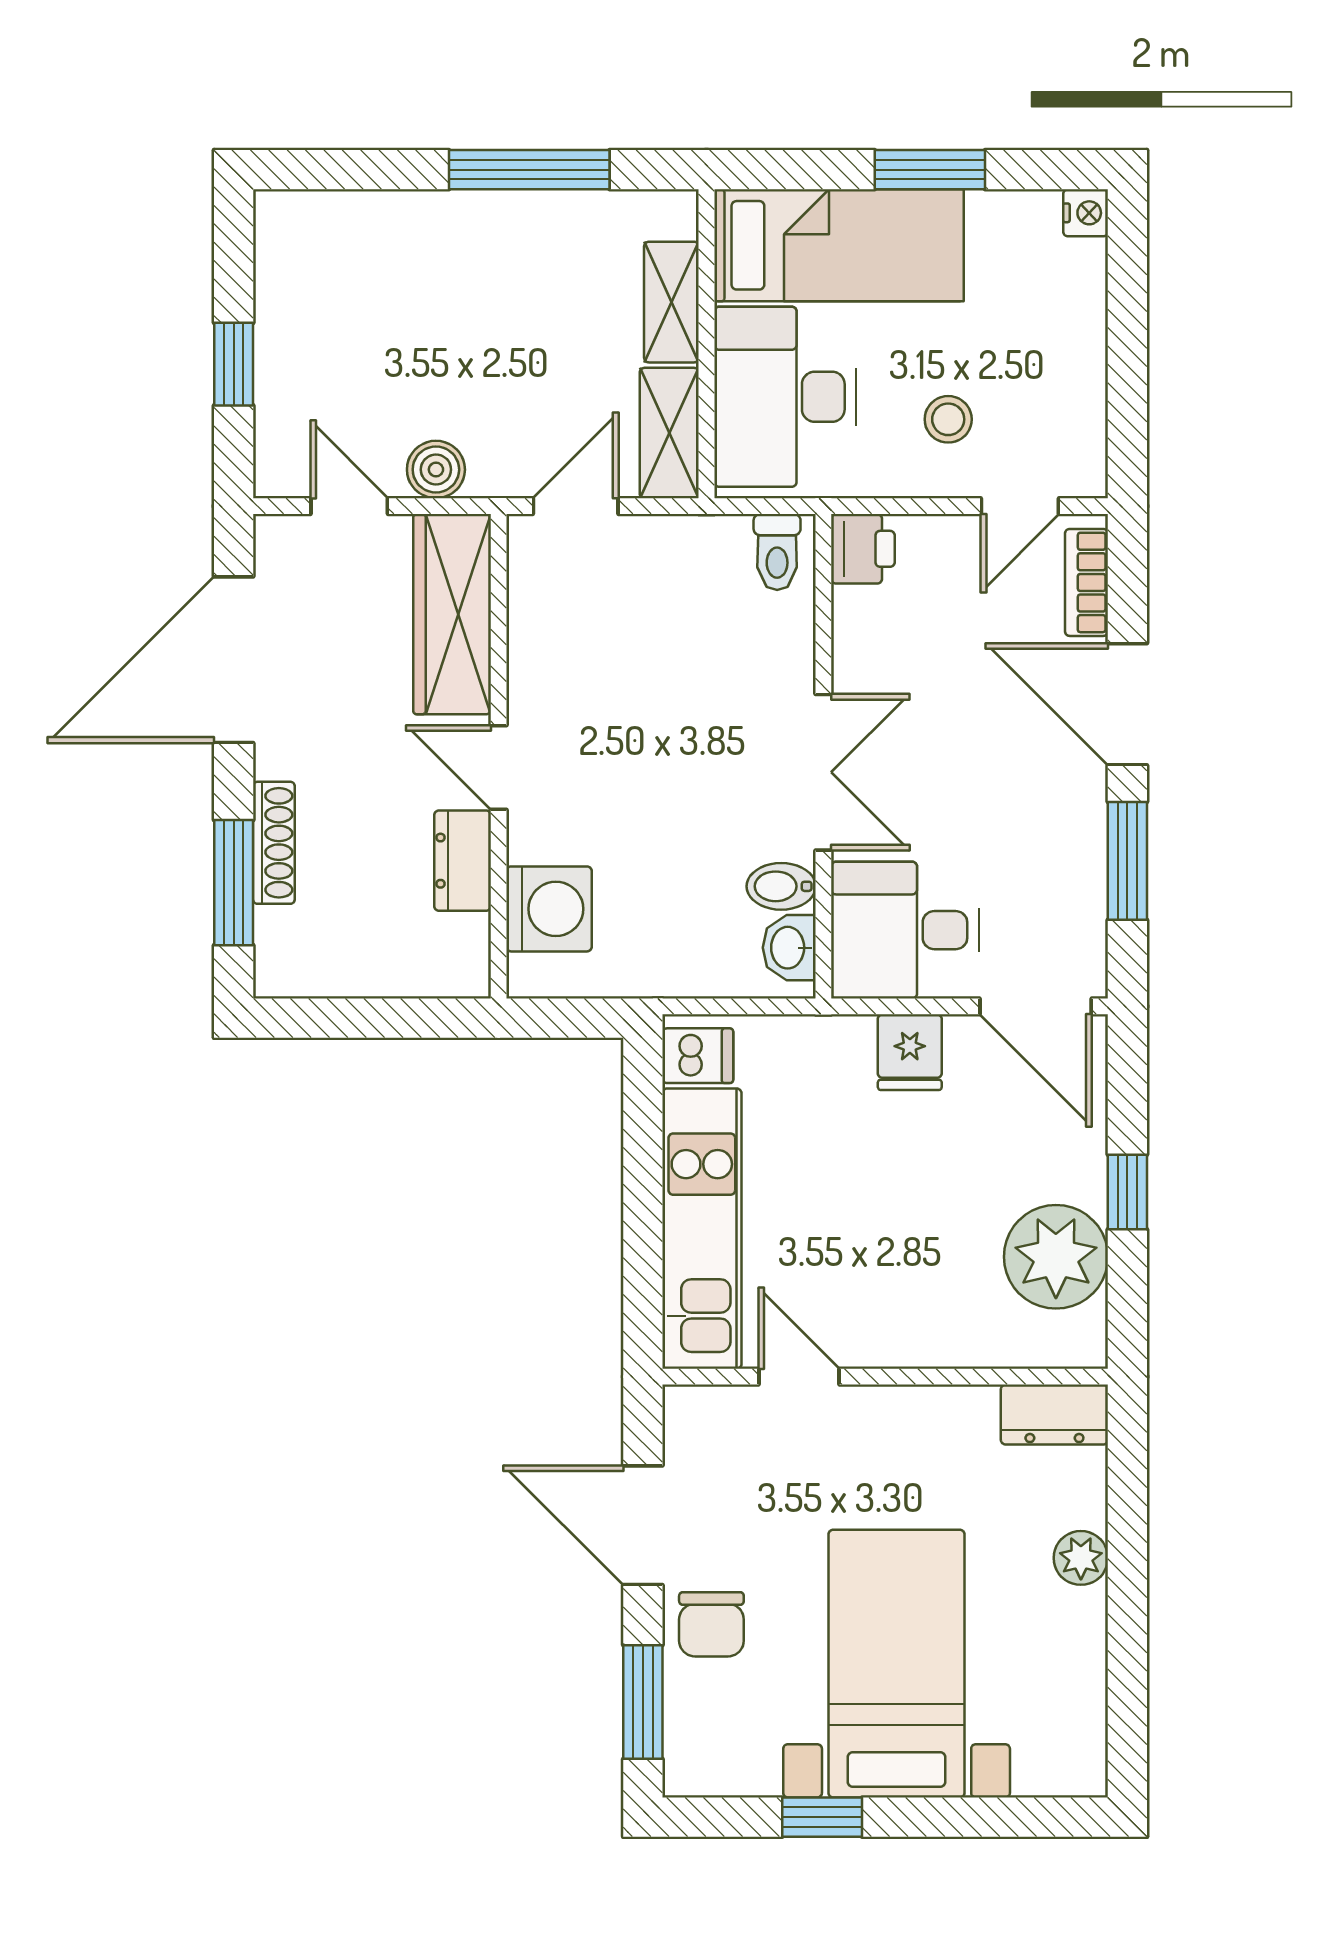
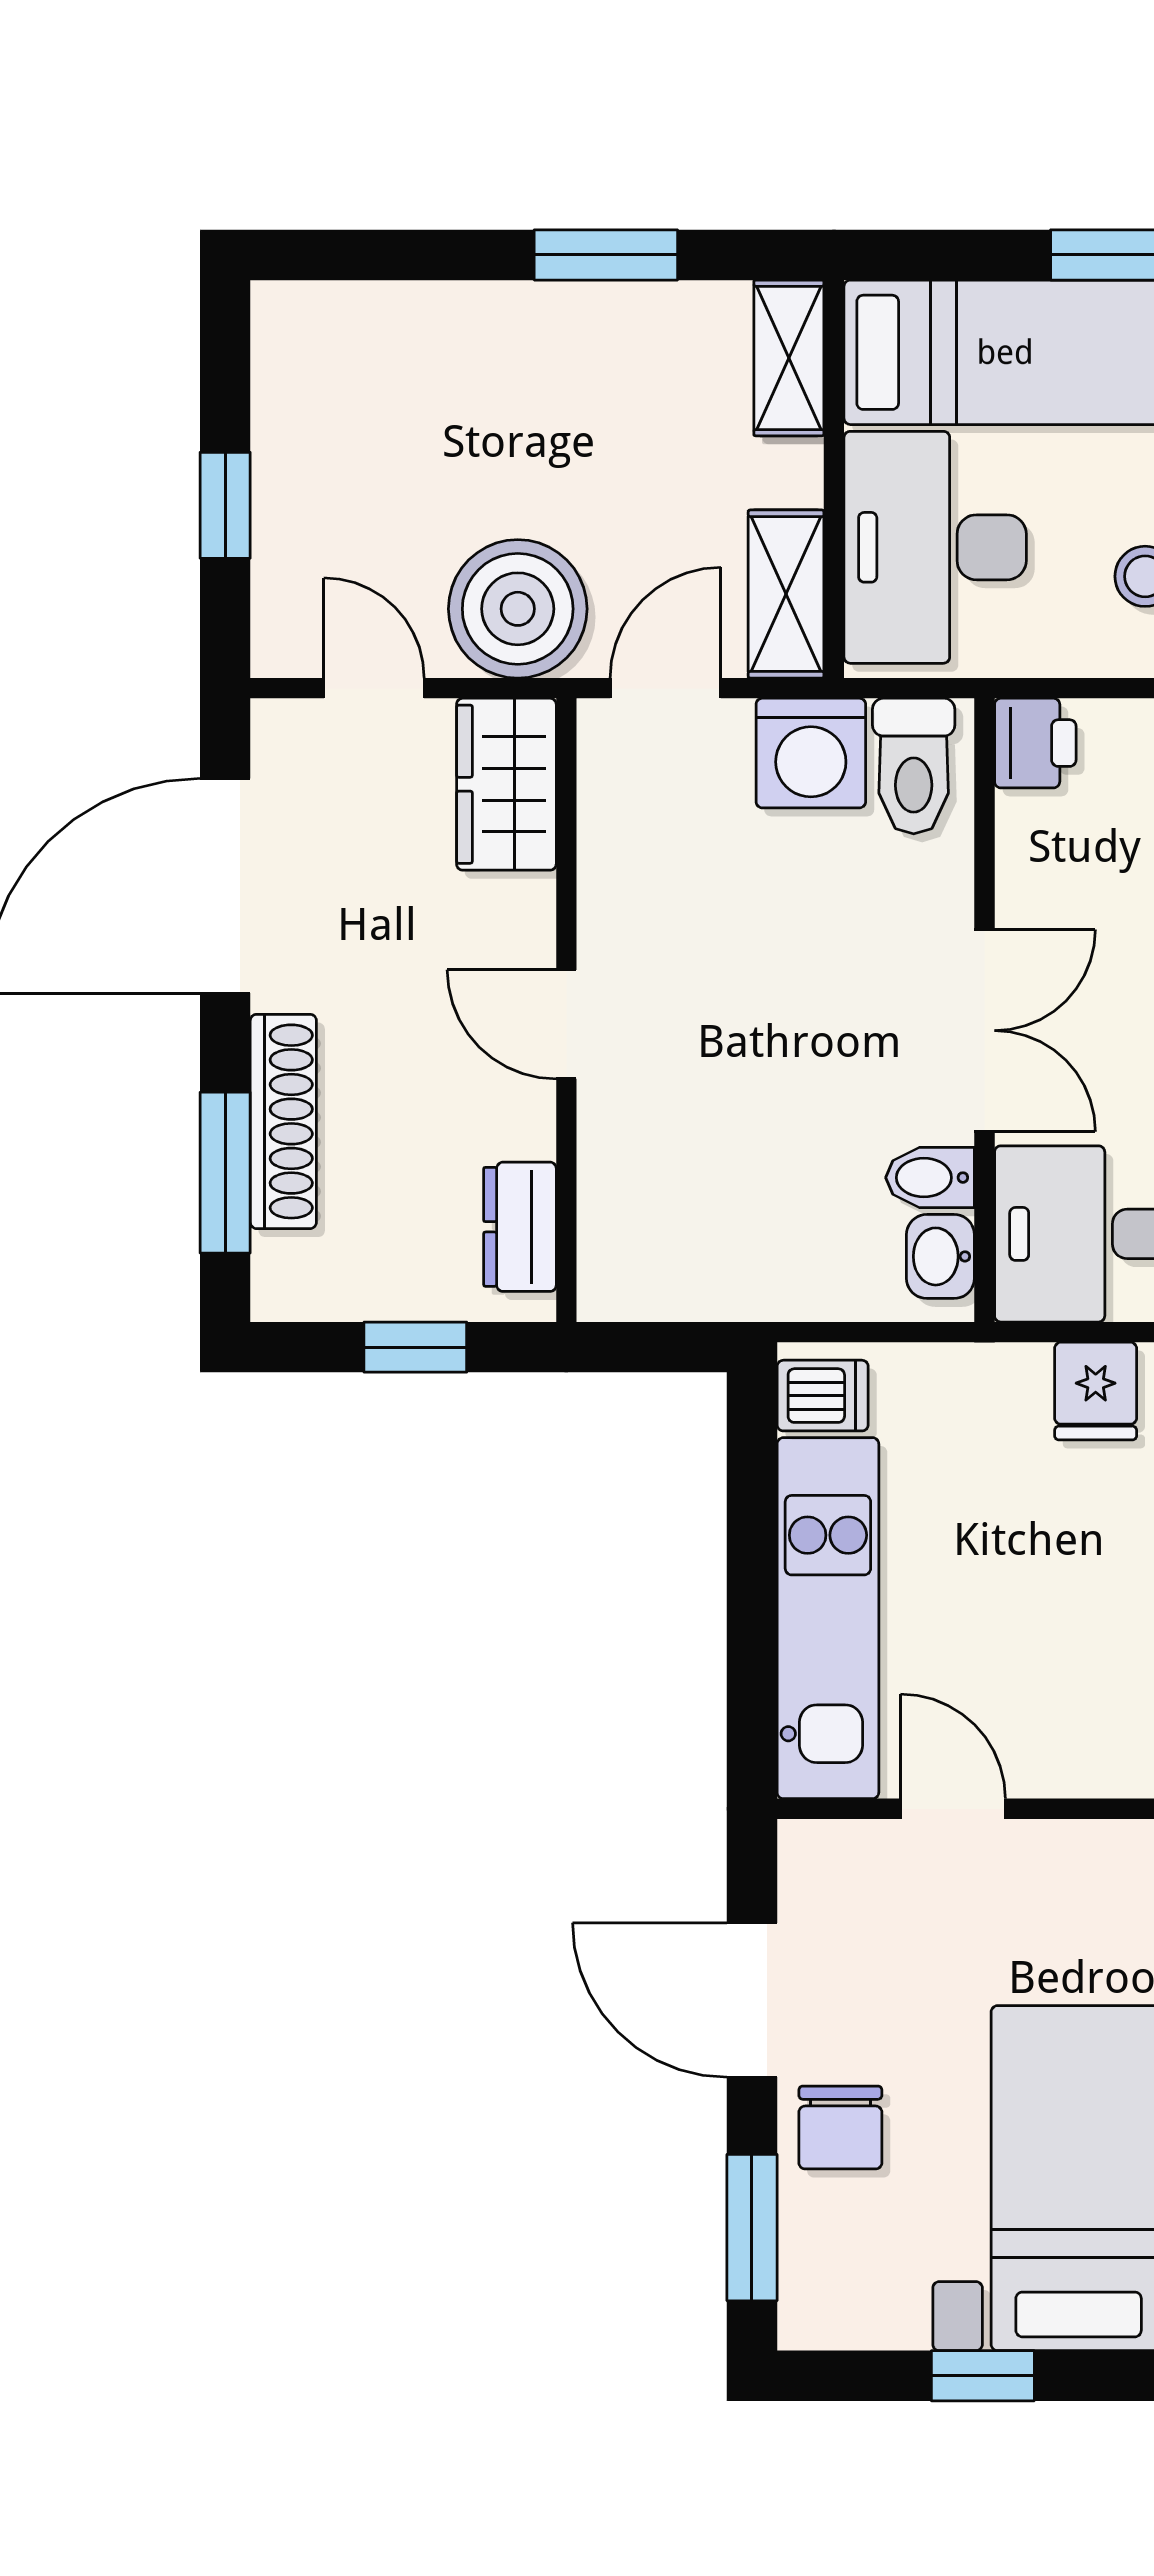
window: (529, 170) -> (606, 255), width x0.69
shelving: (671, 302) -> (789, 358), moved
boiler: (436, 470) -> (518, 609), width x1.86, depth x1.86
toilet: (777, 552) -> (914, 766), width x1.37, depth x1.39
wardrobe: (452, 614) -> (506, 784), width x0.67
shoe rack: (274, 843) -> (283, 1121), width x1.36, depth x1.24
dresser: (463, 861) -> (520, 1227), moved
washing machine: (549, 909) -> (811, 753), moved, turned 90
window: (381, 1018) -> (415, 1347), added

